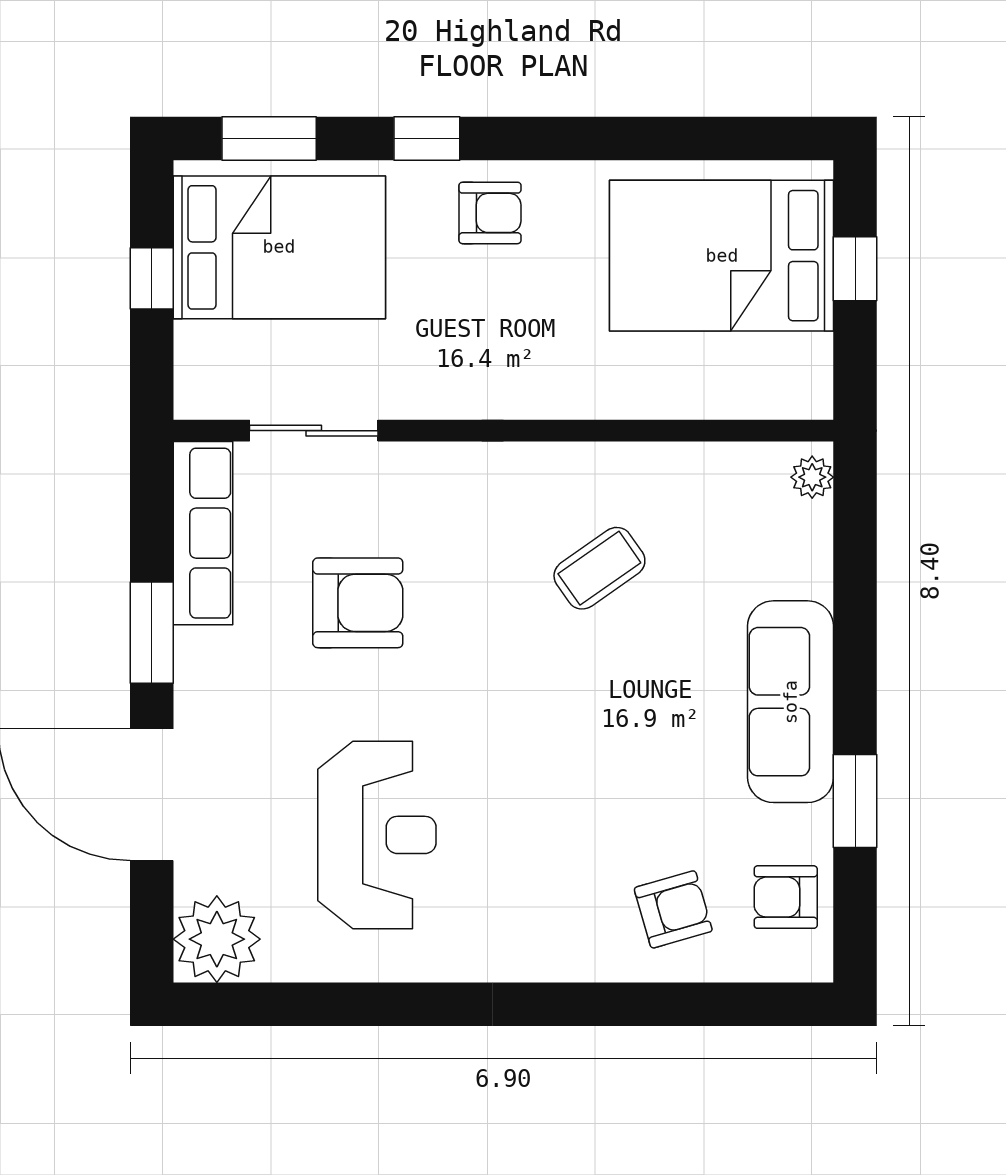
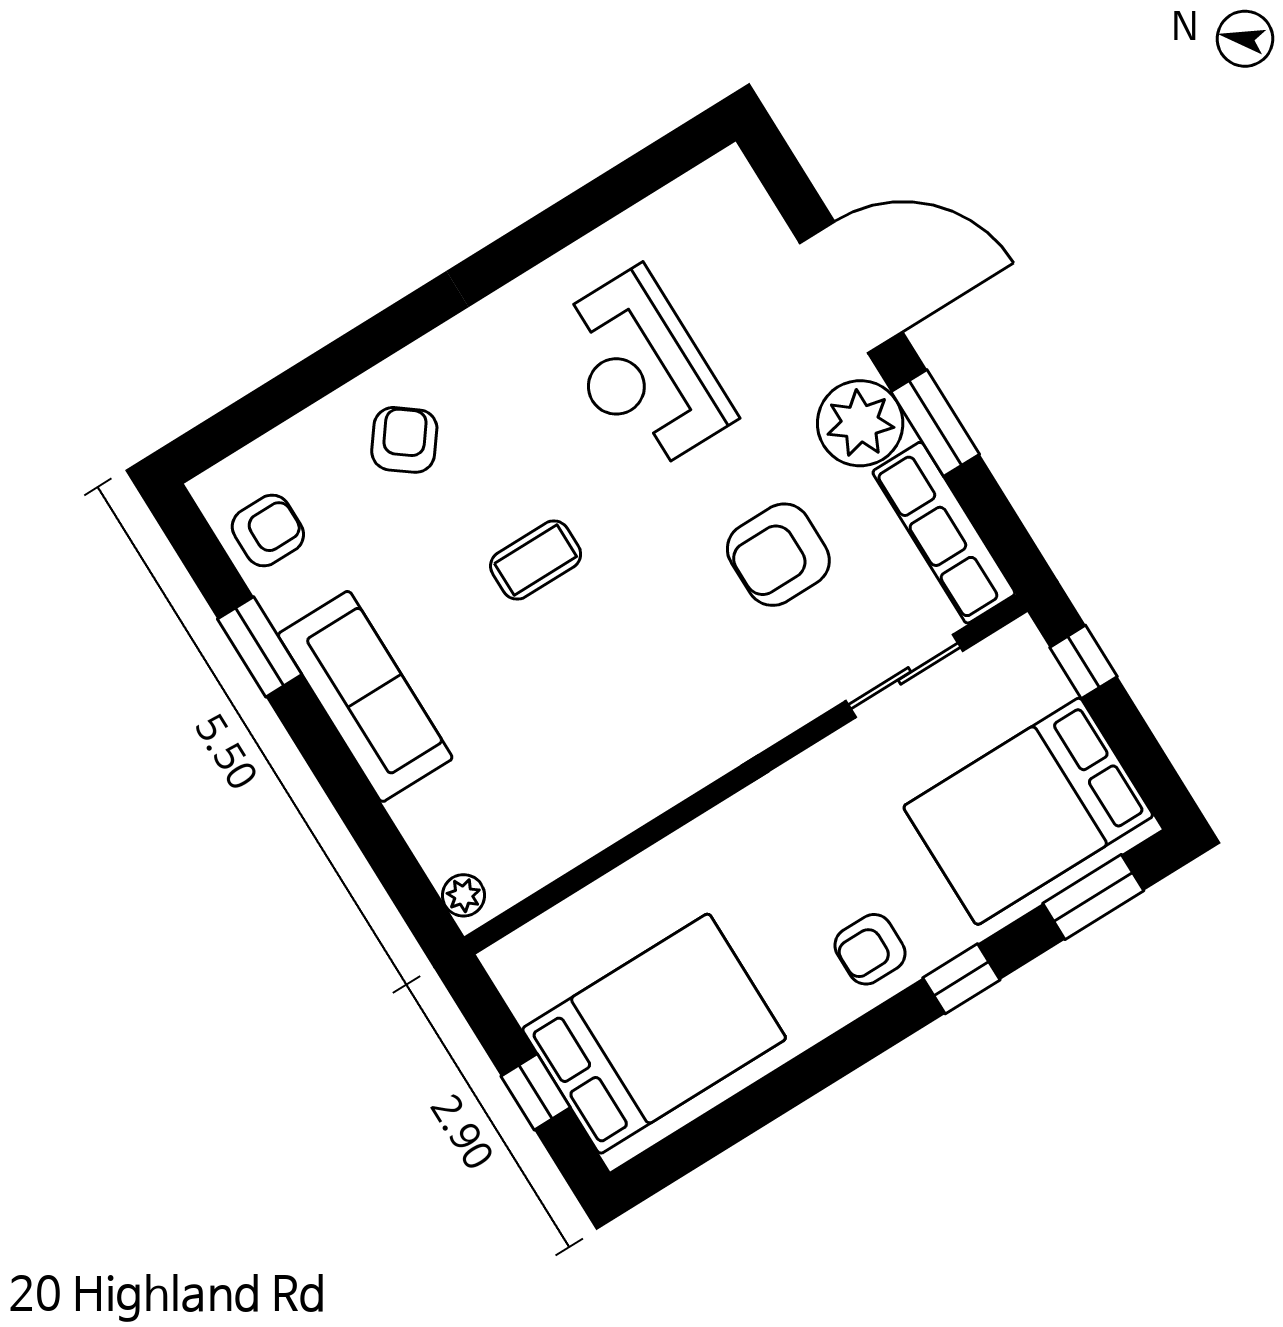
window: (152, 278) -> (1083, 662), moved
coffee table: (599, 568) -> (536, 560), moved, turned 35
armchair: (673, 909) -> (404, 440), moved, turned 143
plant: (217, 939) -> (860, 423), moved

